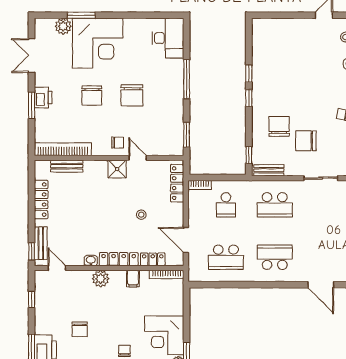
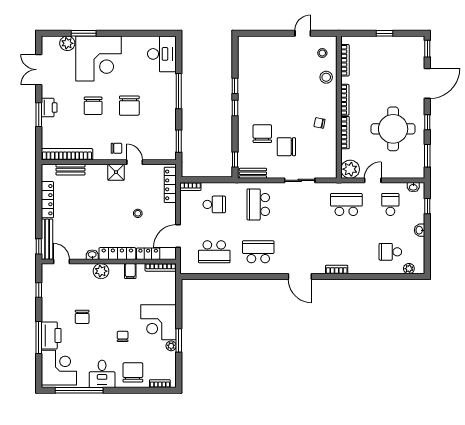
school desk: (226, 205) -> (214, 204), turned -90
school desk: (275, 205) -> (258, 204), turned 90
door: (186, 240) -> (178, 236), hinge flipped
bench: (41, 243) -> (47, 239), width x1.36

